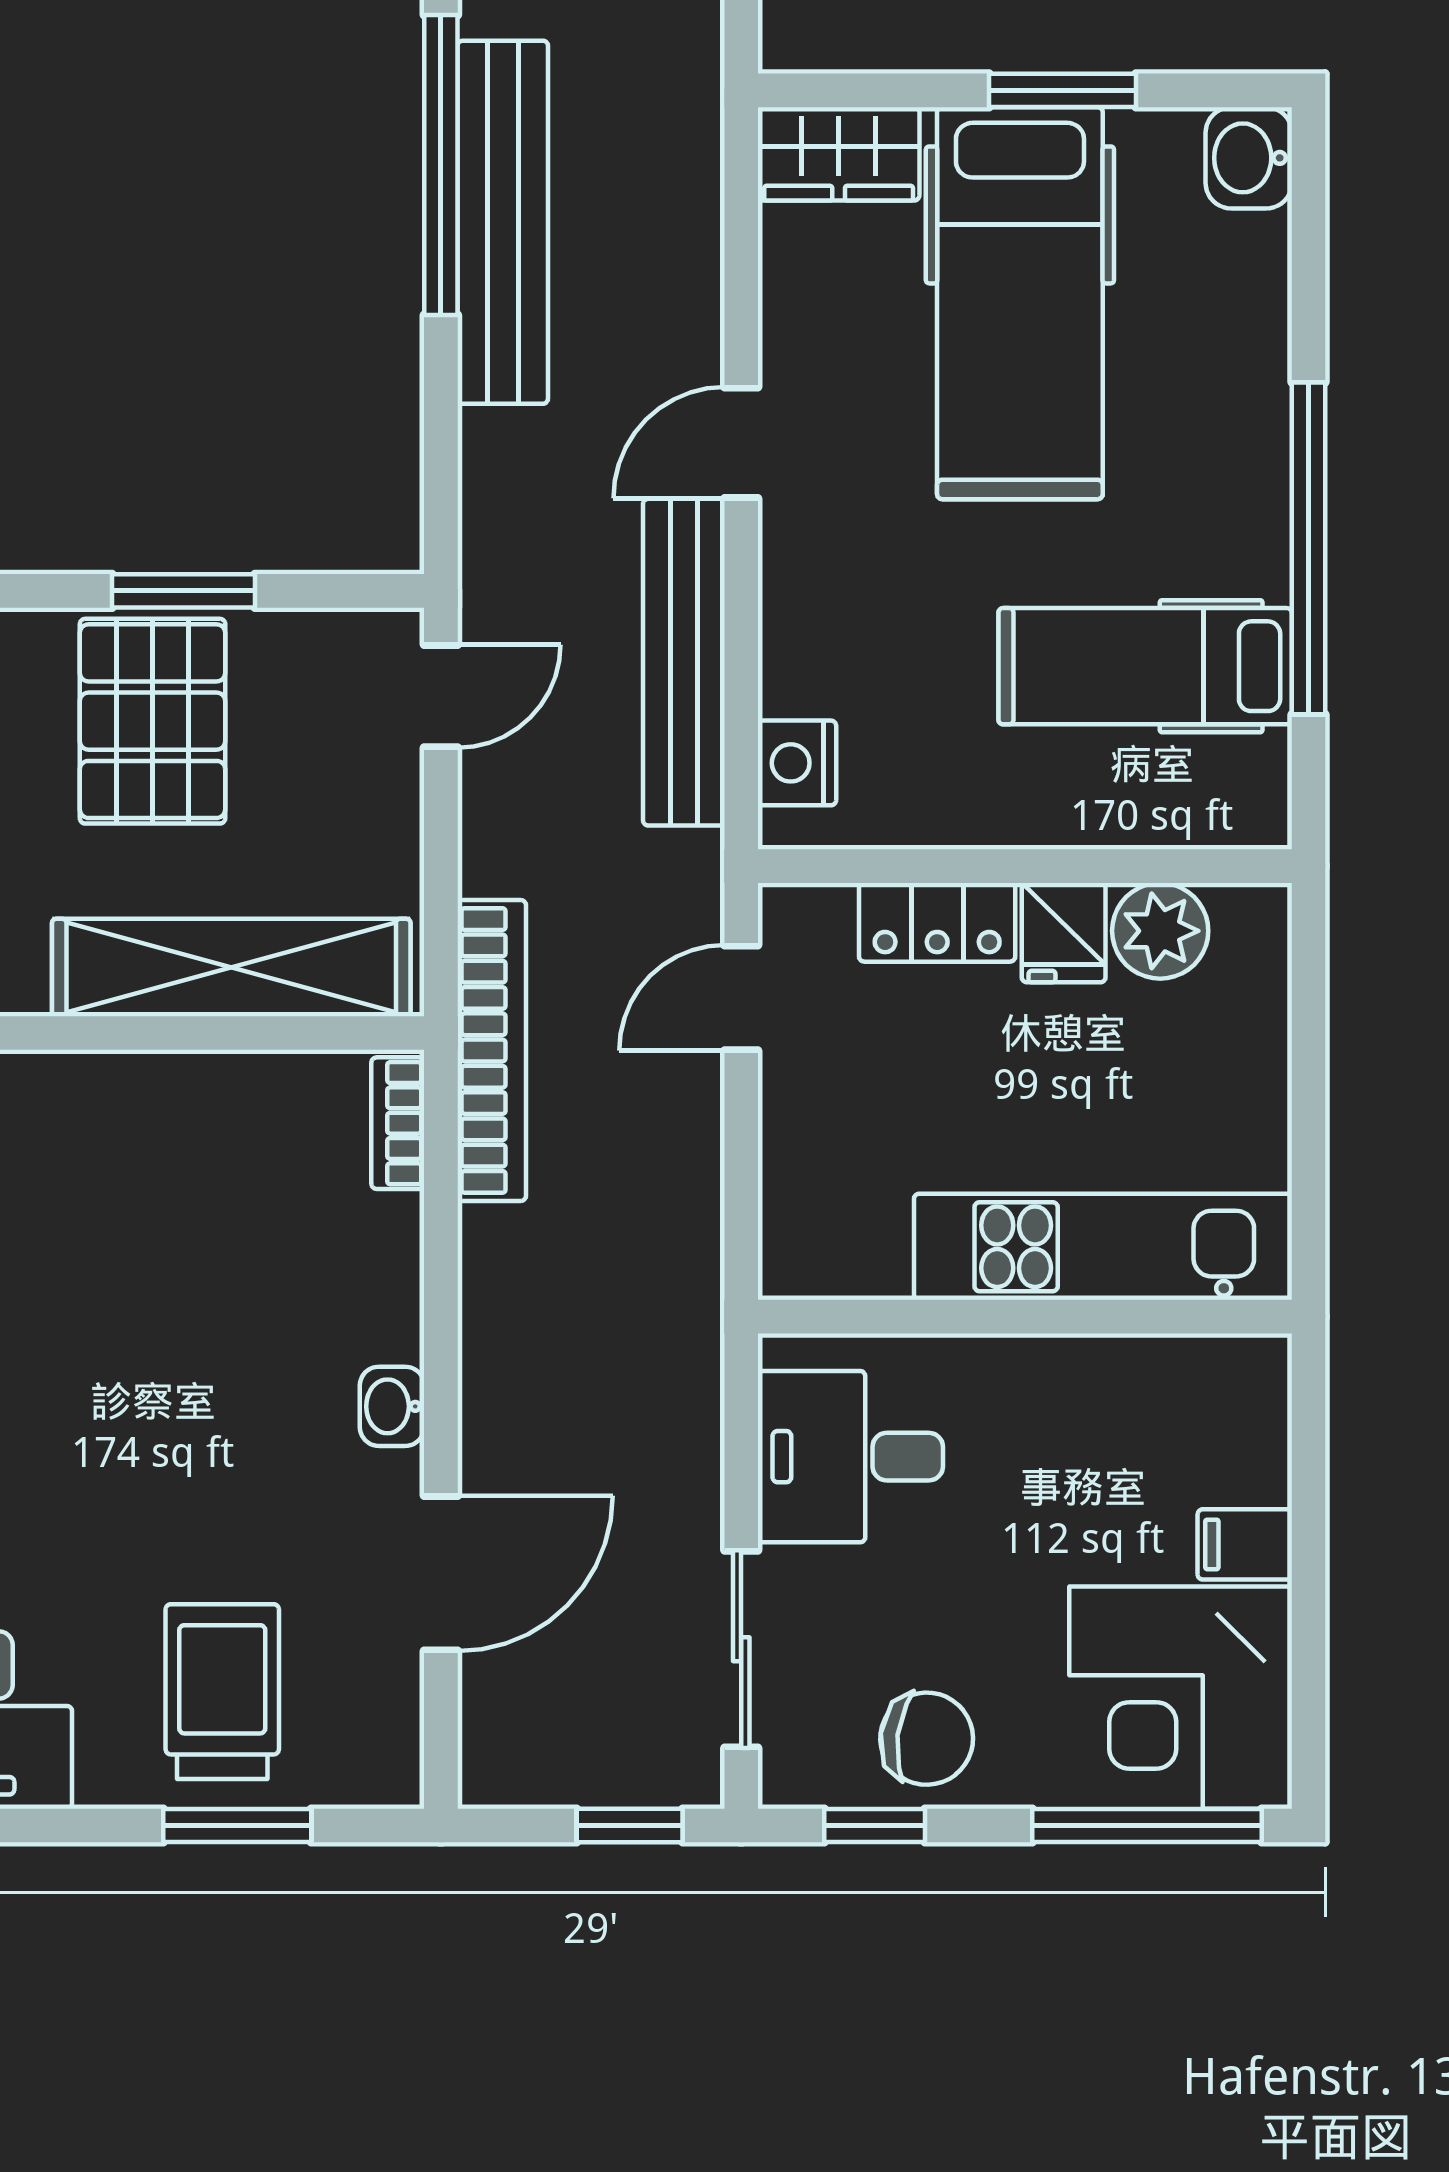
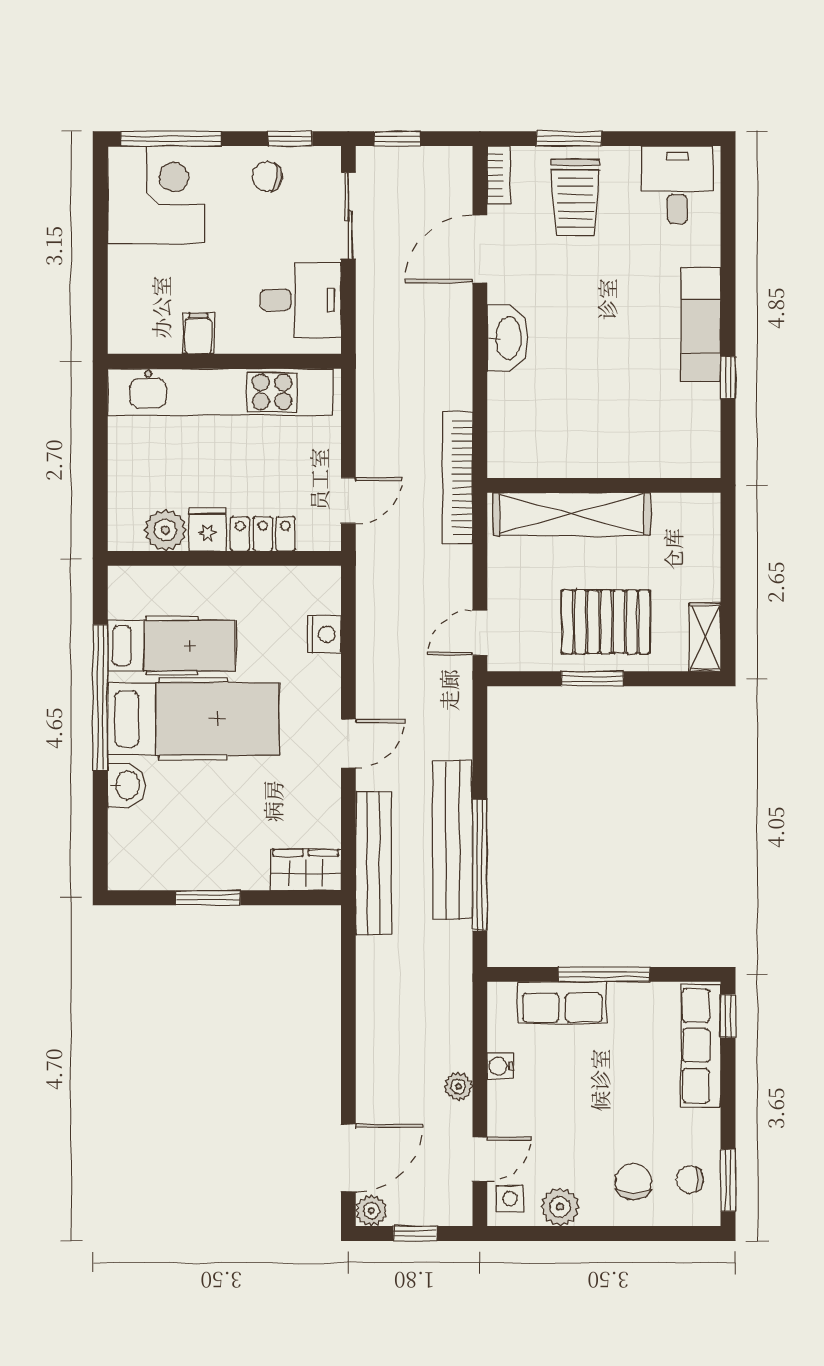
washbasin: (1249, 158) -> (126, 785), moved
hospital bed: (1020, 303) -> (193, 719), moved, turned 90
bench: (684, 662) -> (374, 863), moved
pallet: (153, 721) -> (606, 622), turned 90
nightstand: (797, 763) -> (324, 634), moved
bookcase: (398, 1123) -> (499, 175), moved
kitchen unit: (1103, 1247) -> (220, 392), width x1.36
washbasin: (392, 1406) -> (507, 338), width x1.91, depth x1.45
filing cabinet: (1245, 1544) -> (198, 333), moved, turned -90
chair: (927, 1739) -> (267, 177), width x0.73, depth x0.73

